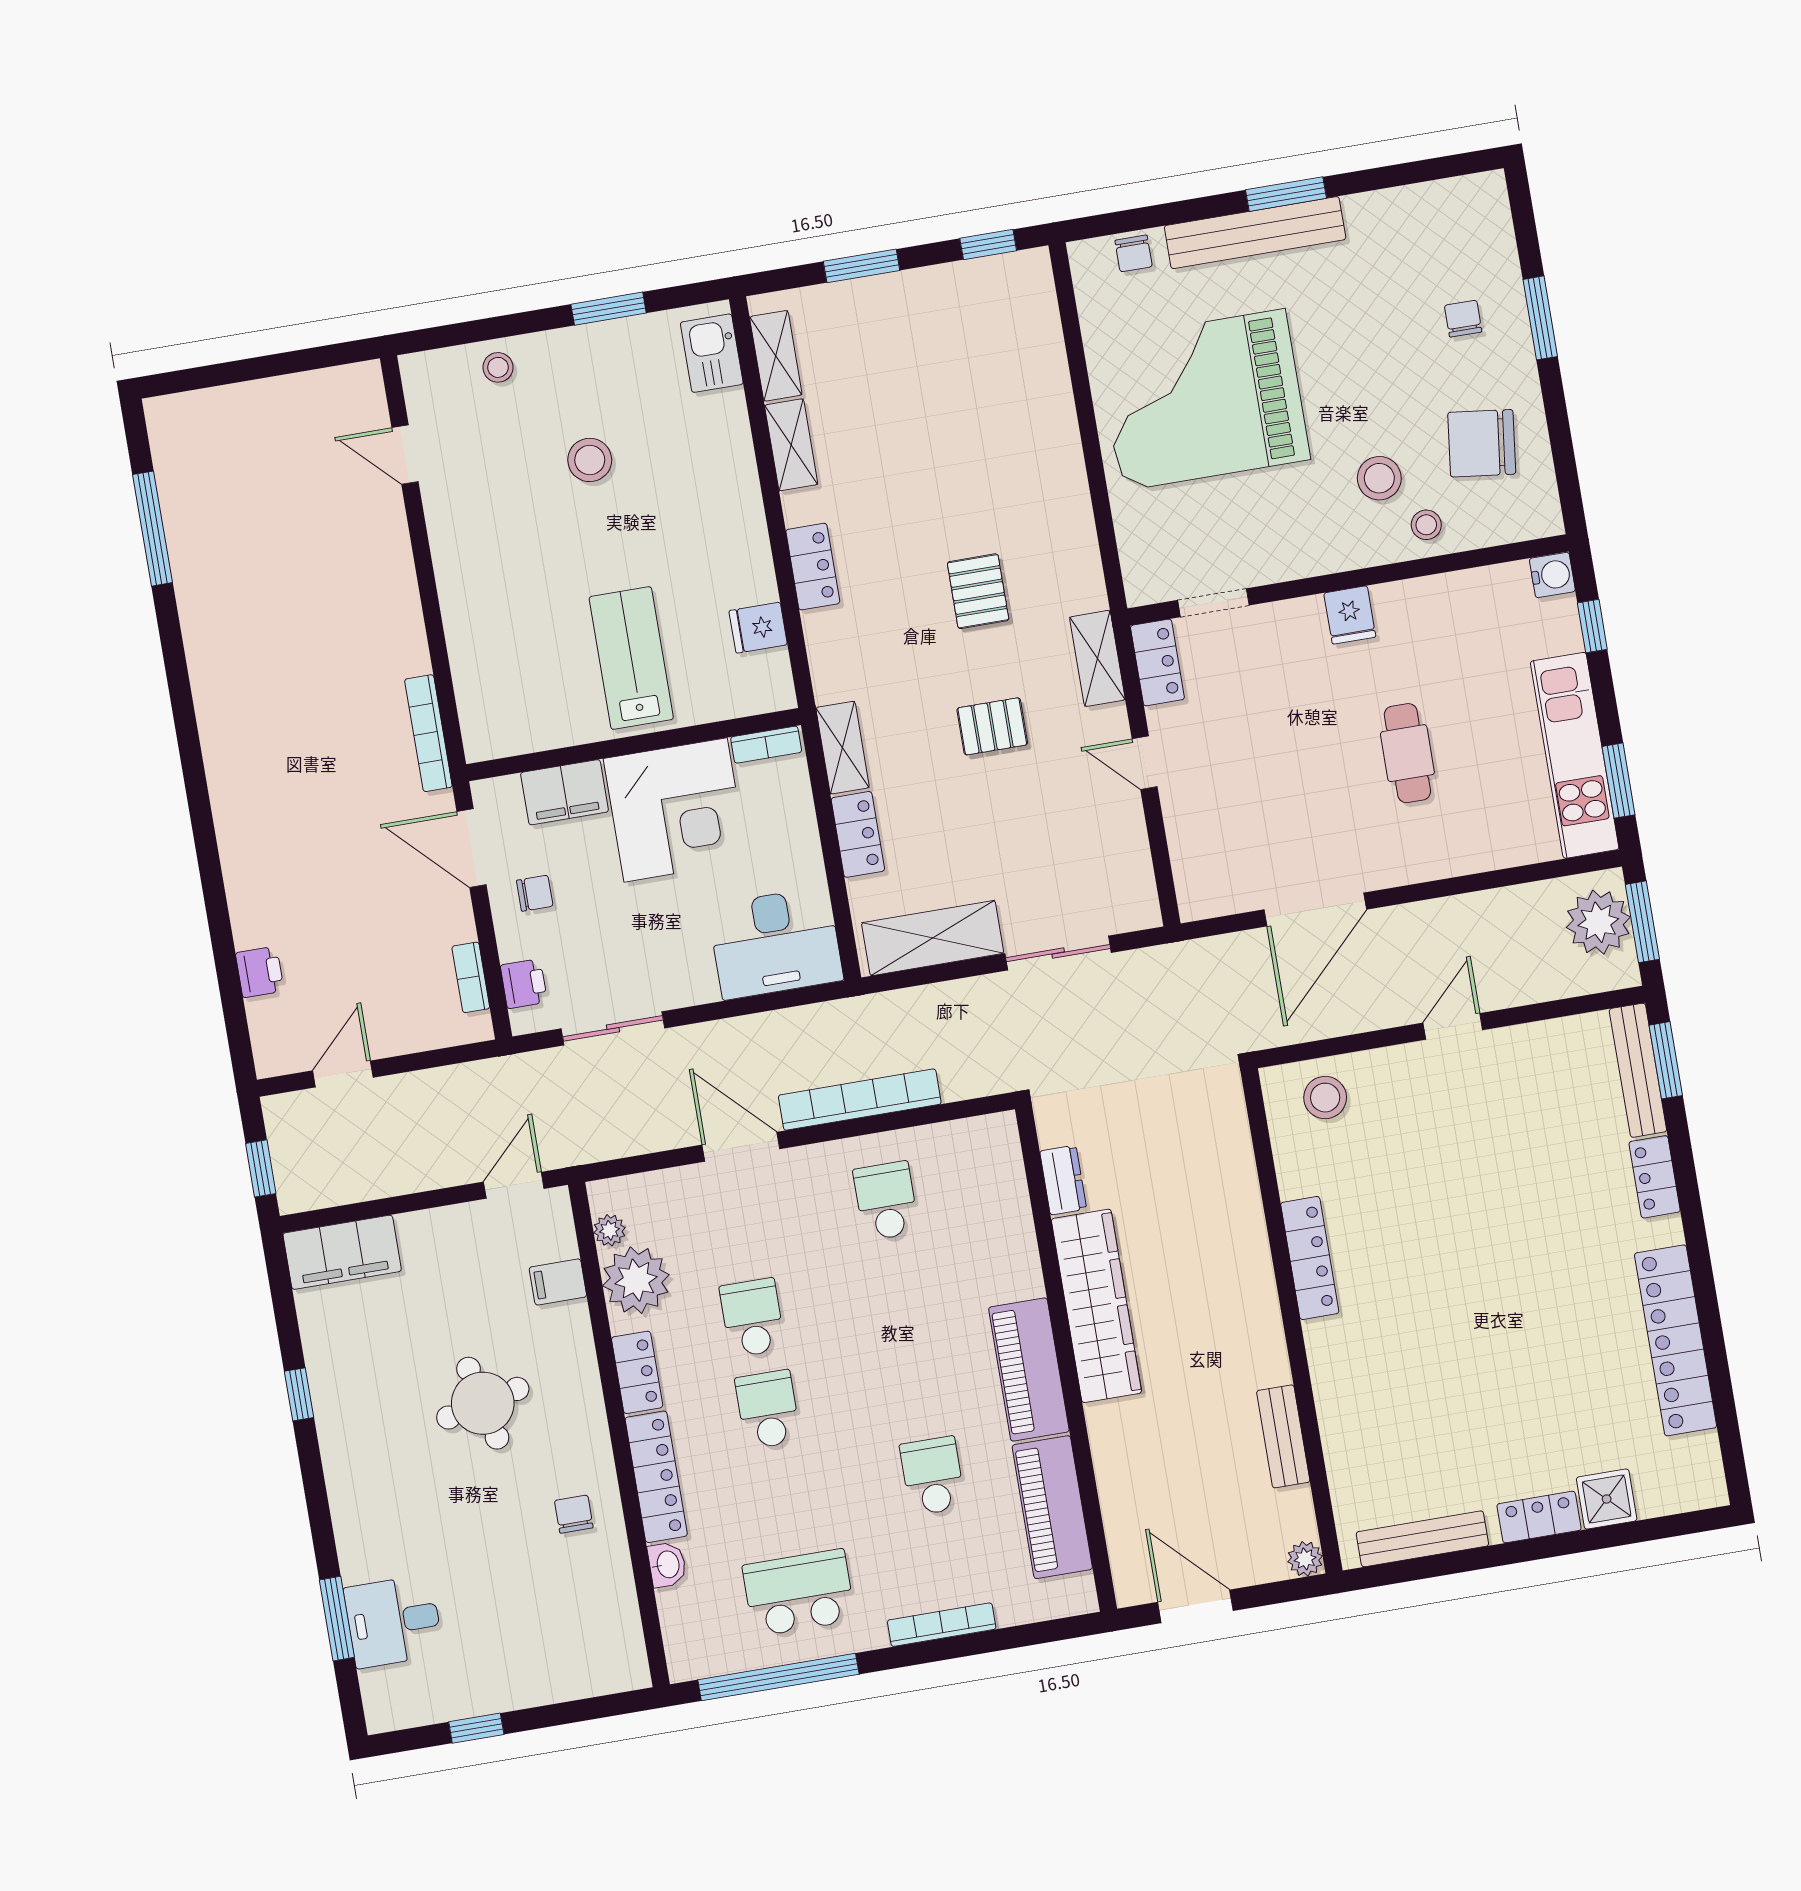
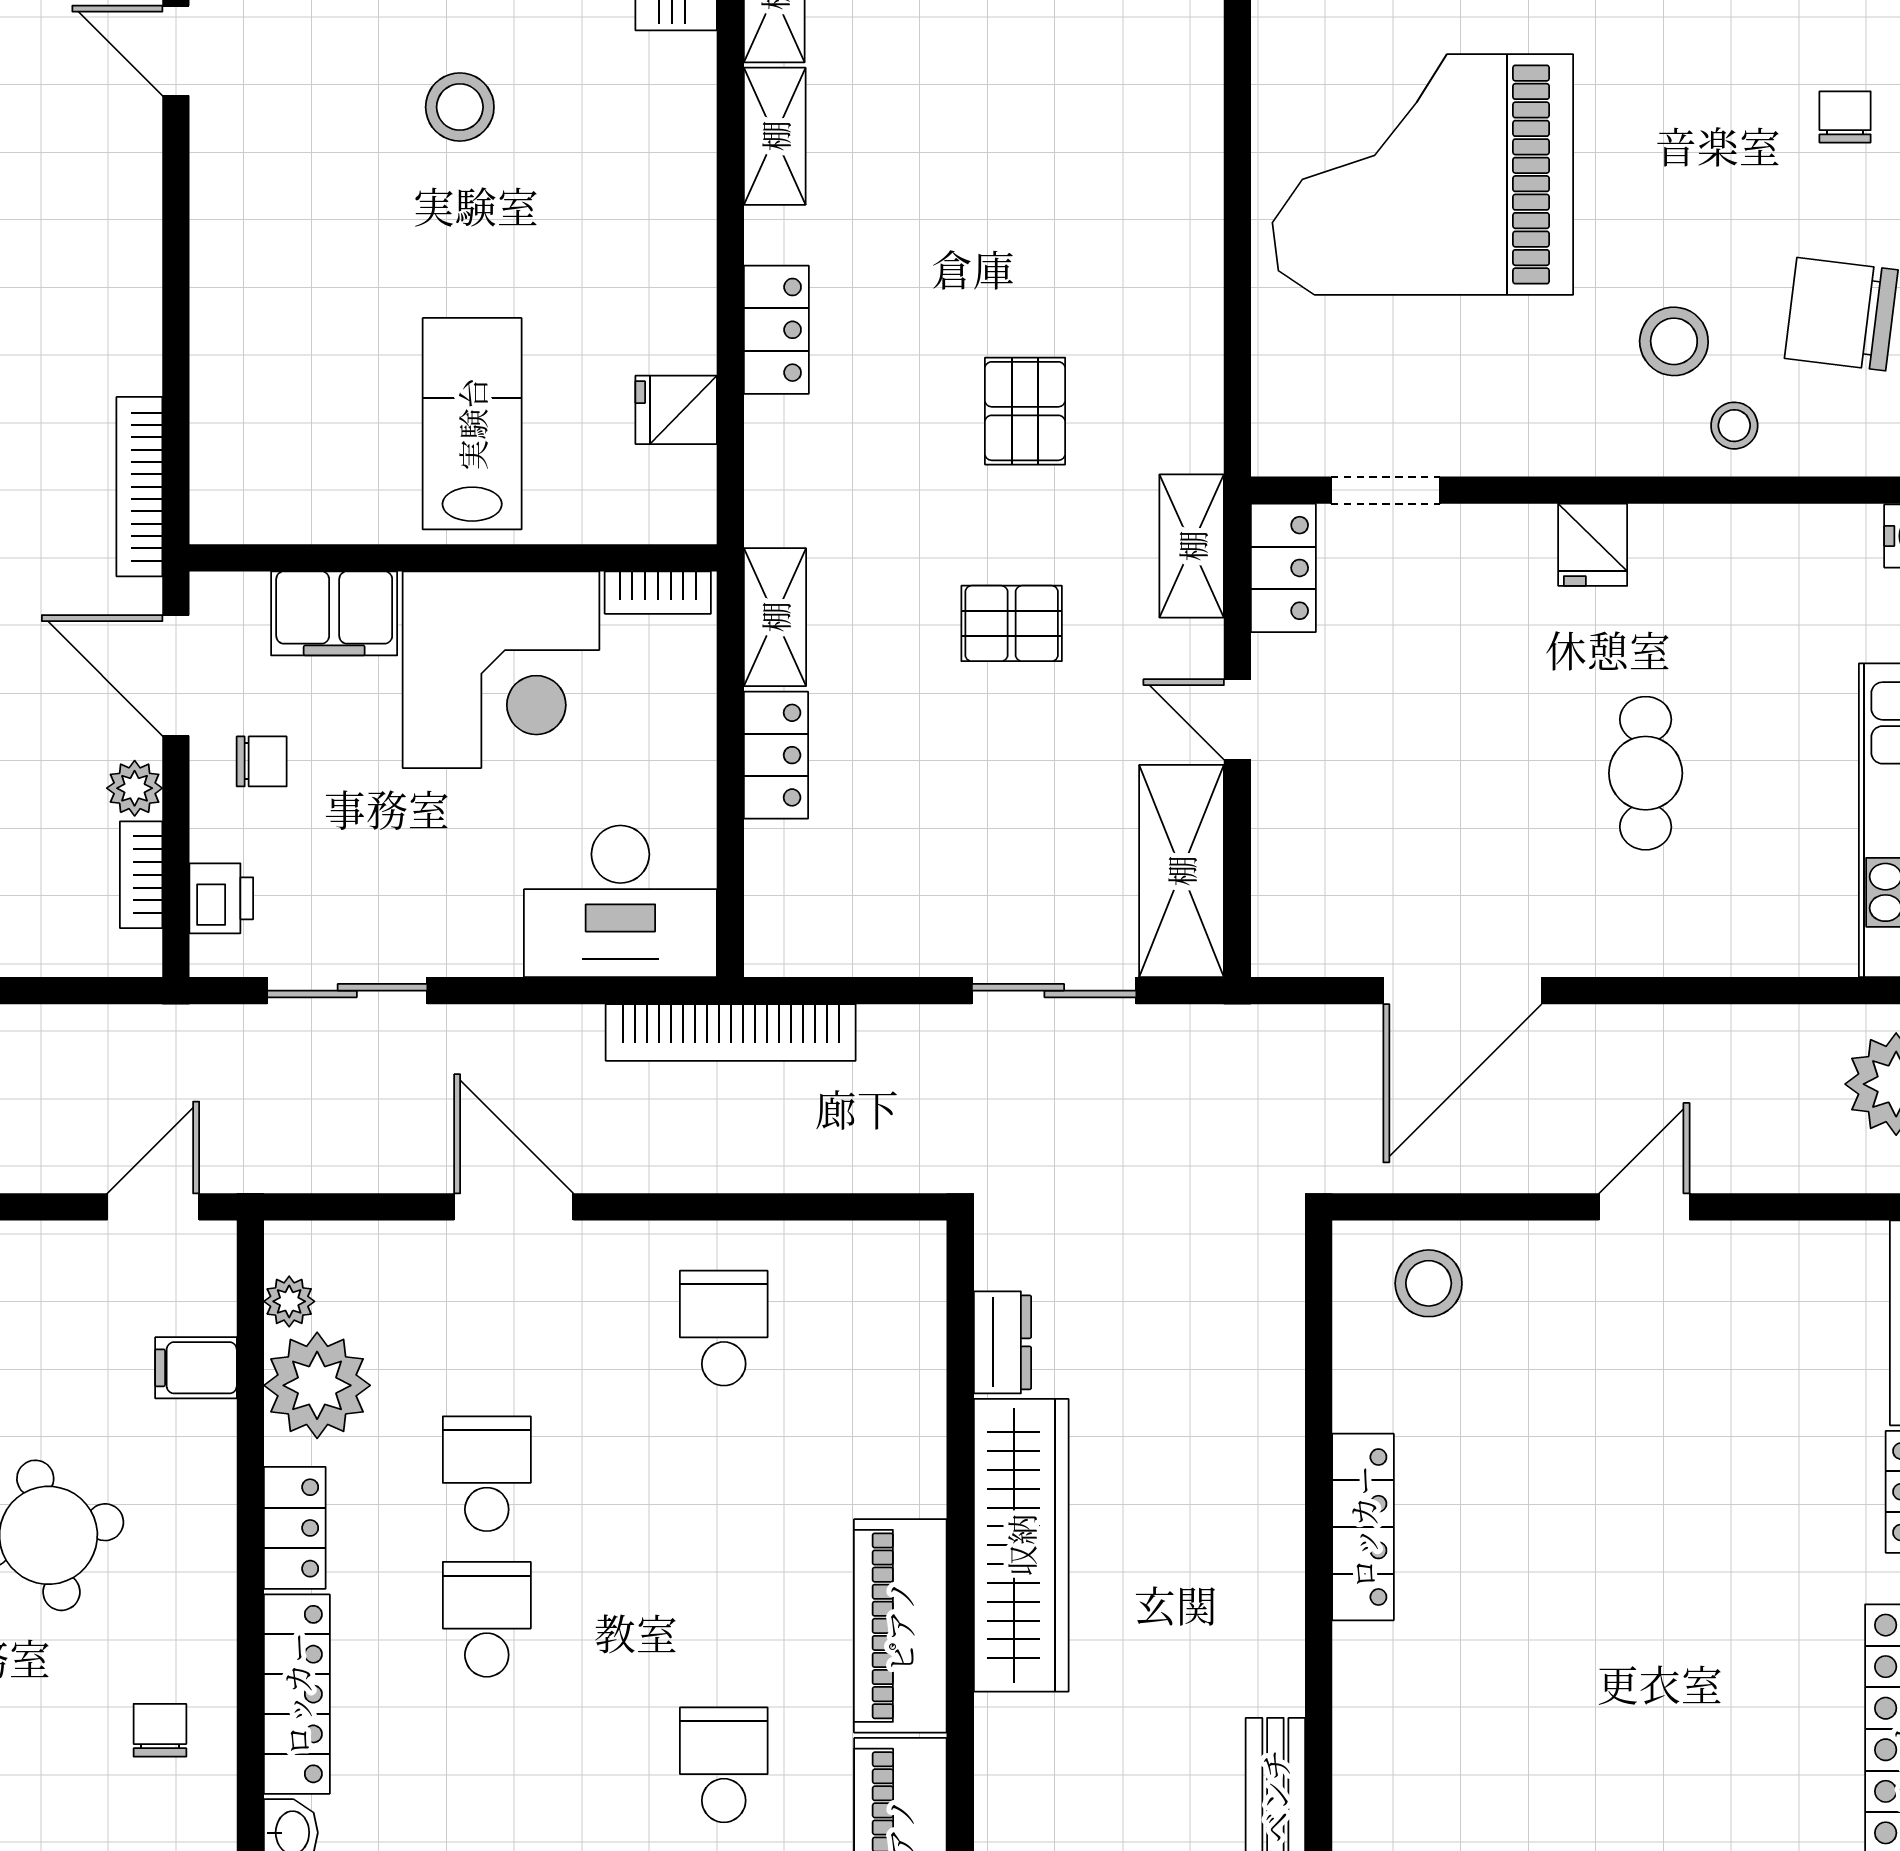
plant: (457, 924) -> (135, 788), added
shelving: (933, 938) -> (1181, 871), moved, turned 90
bookcase: (860, 1100) -> (731, 1032), moved, turned 180

